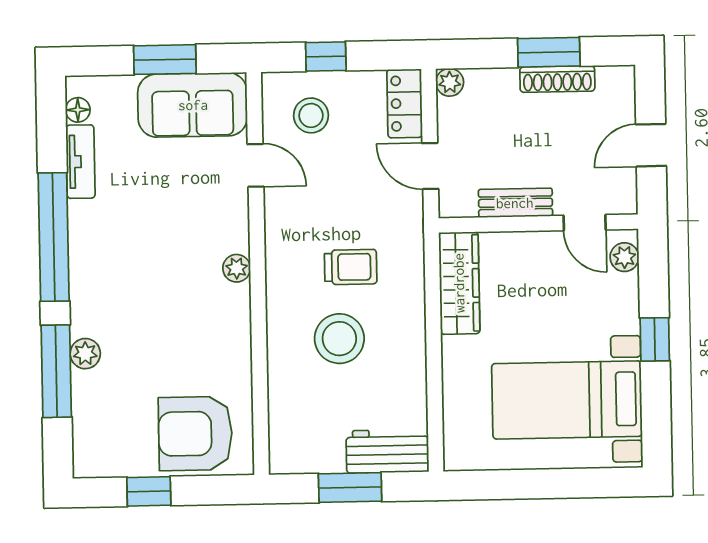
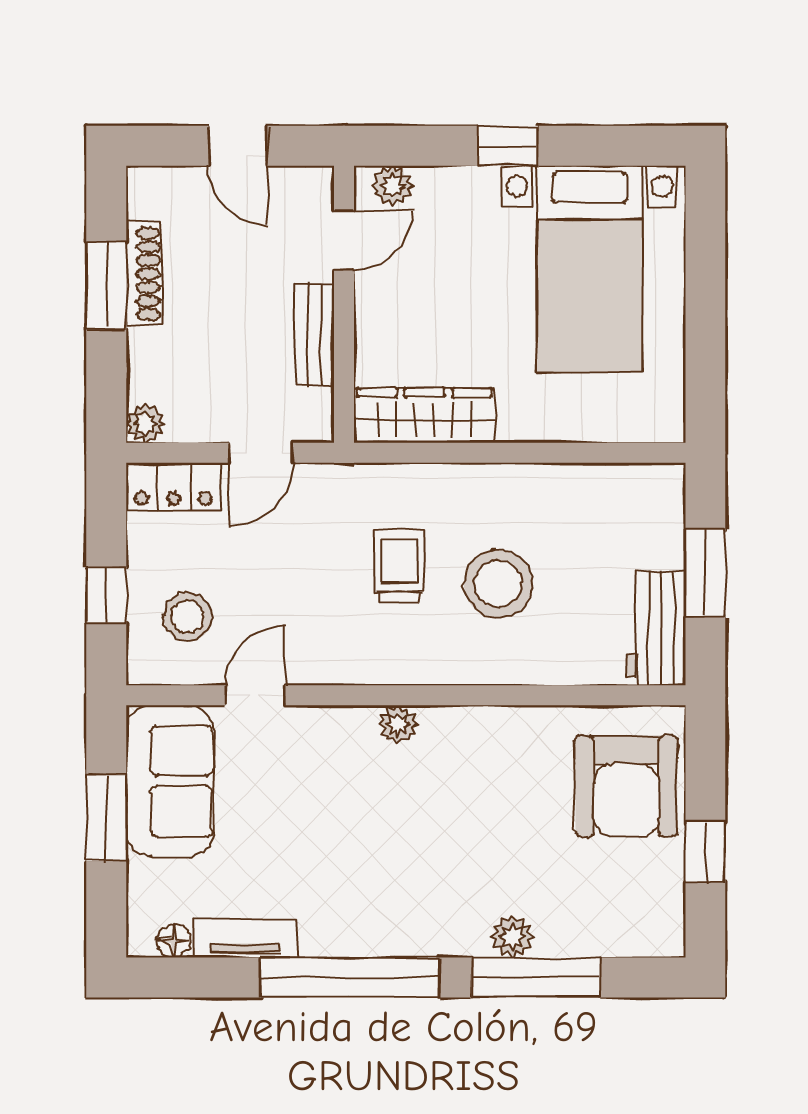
workbench: (387, 451) -> (656, 628), moved

